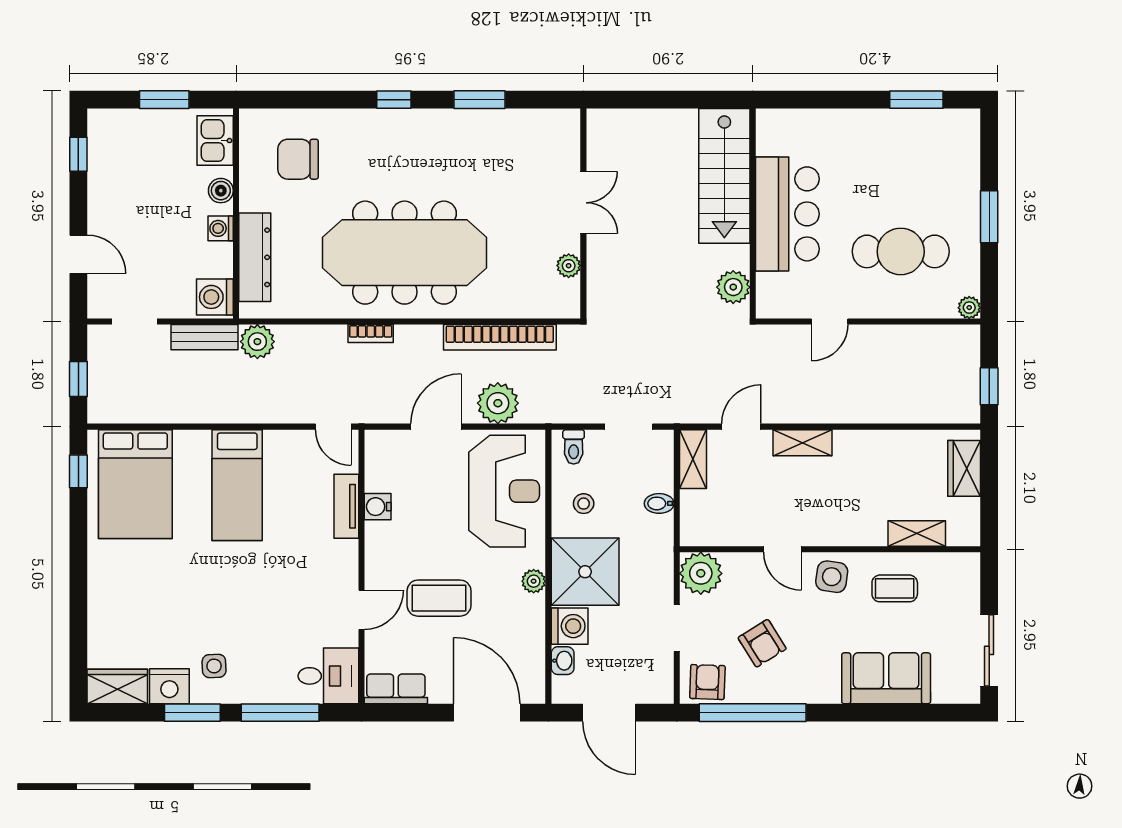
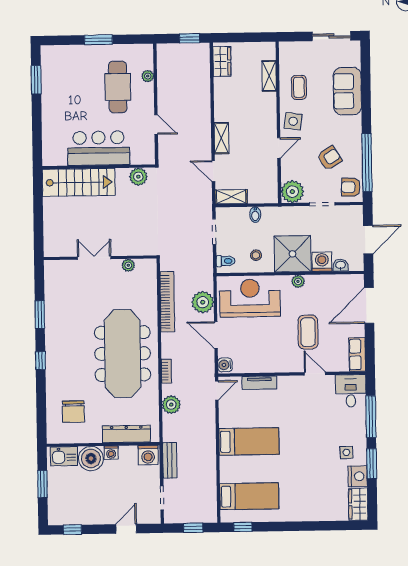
boiler: (221, 191) -> (91, 458), width x1.86, depth x1.86
plant: (969, 308) -> (148, 76), moved
plant: (257, 342) -> (171, 405), moved
wardrobe: (964, 468) -> (222, 61), moved, turned -90
bed: (135, 484) -> (249, 496), width x0.67
water cooler: (378, 507) -> (225, 365), moved, turned 90

